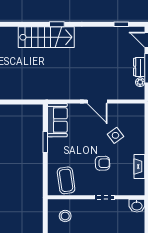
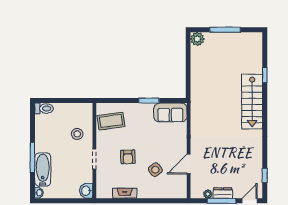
window: (57, 24) -> (265, 75), moved
door: (97, 101) -> (189, 164), moved
stool: (65, 216) -> (77, 134), moved

